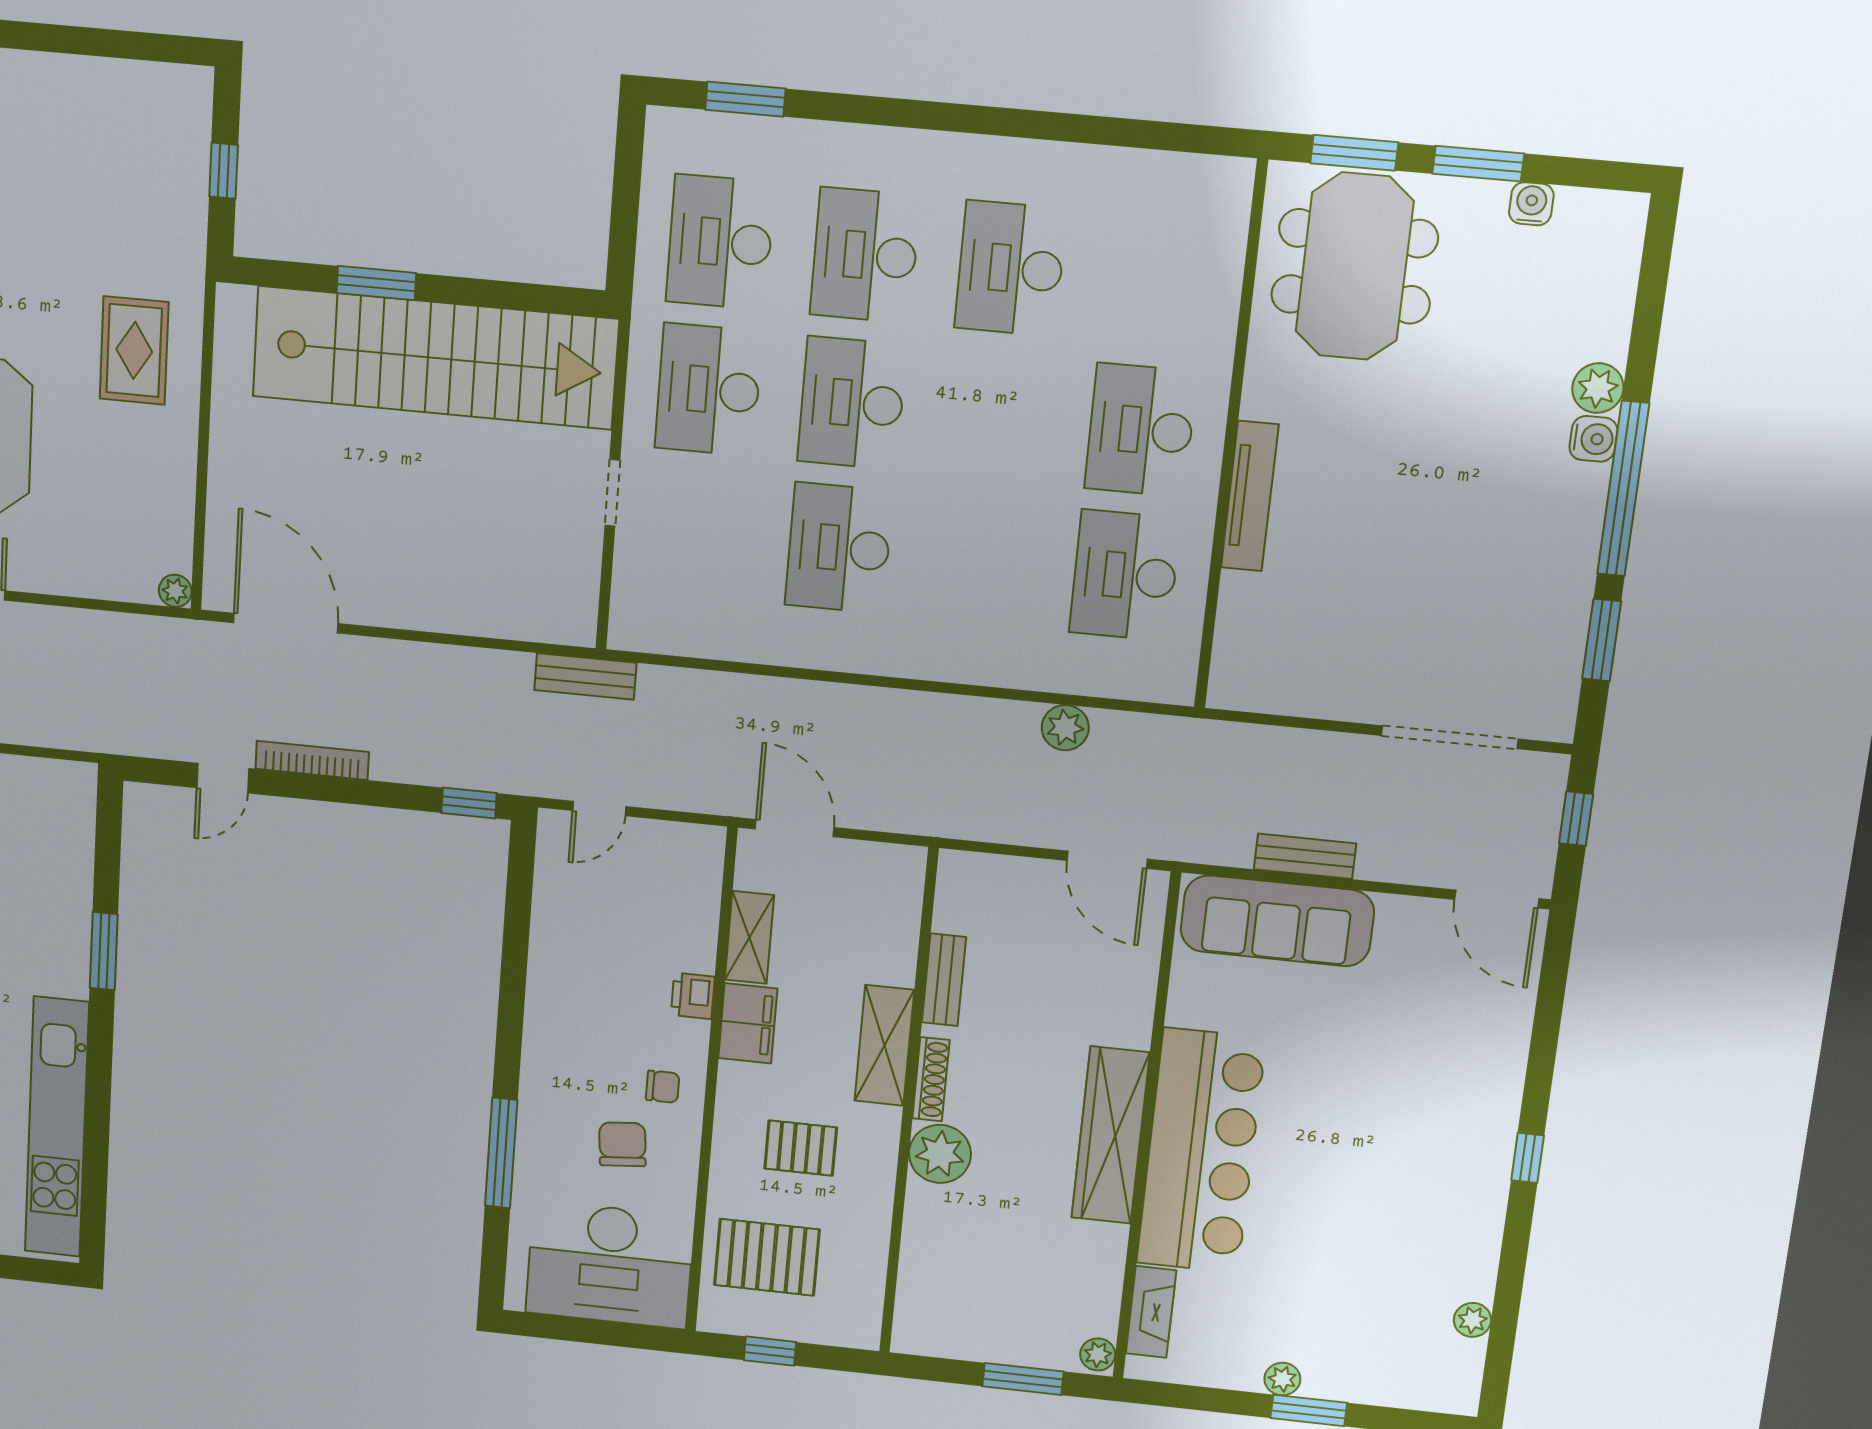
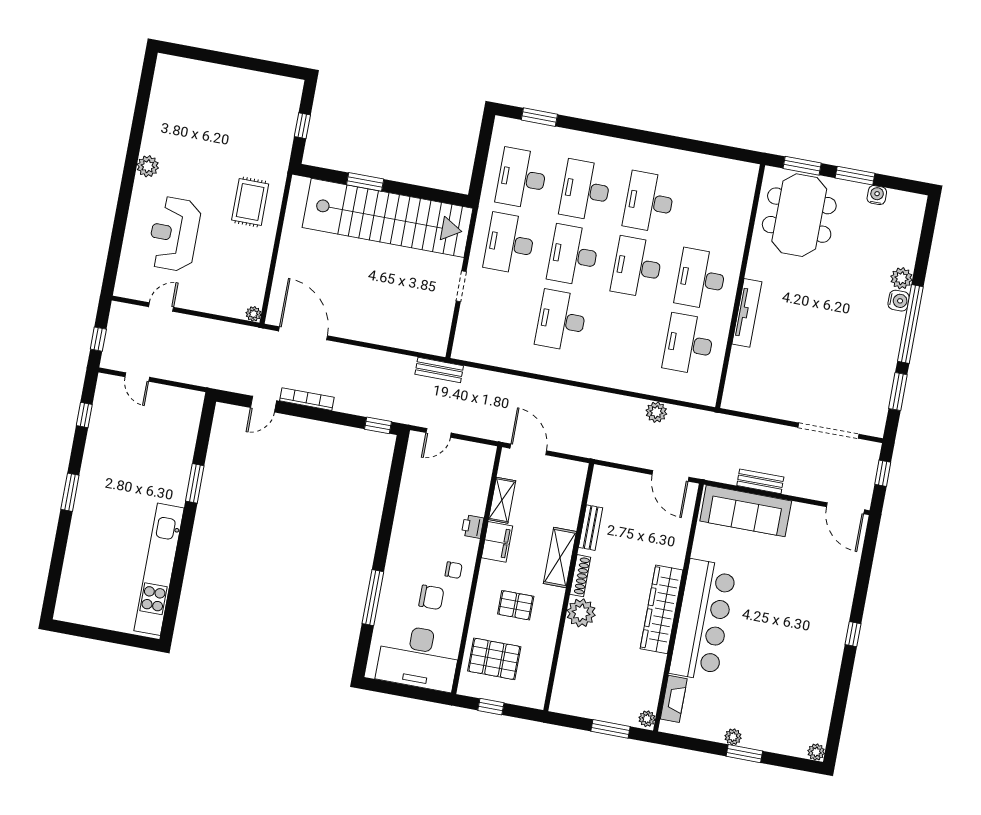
desk: (996, 416) -> (637, 267), added
chair: (622, 1144) -> (431, 597), turned 95
plant: (1472, 1320) -> (816, 752), moved

